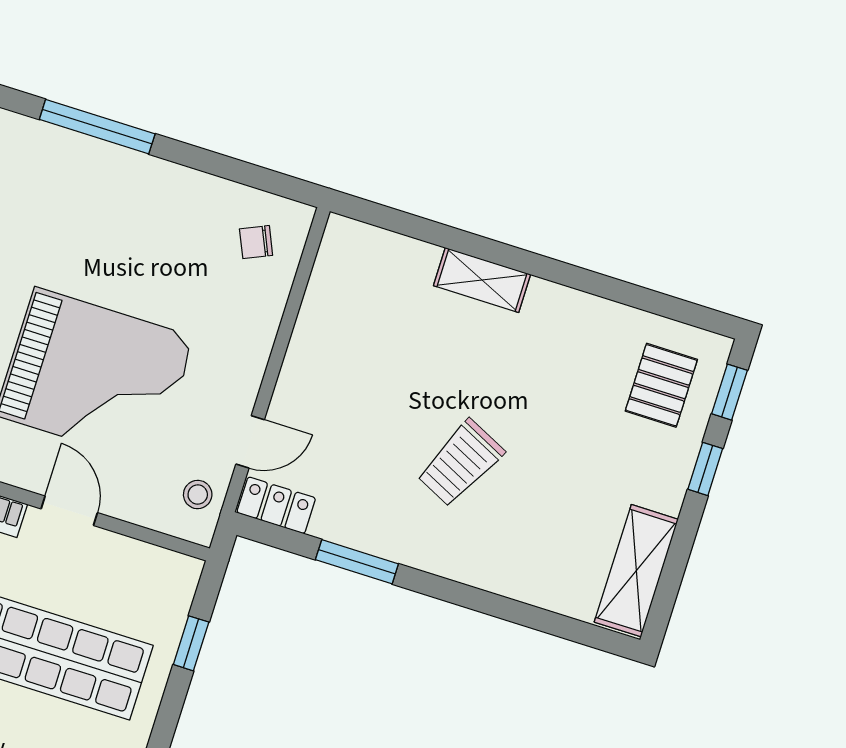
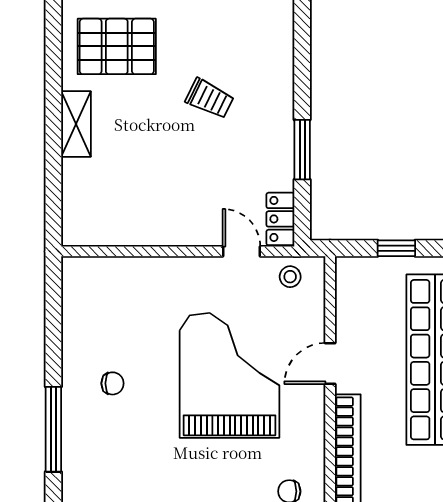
chair: (256, 242) -> (113, 383), moved, turned -66
pallet: (566, 364) -> (117, 46), added
trolley: (460, 463) -> (210, 99), width x0.73, depth x0.72

